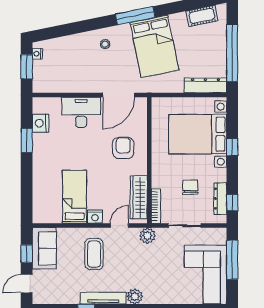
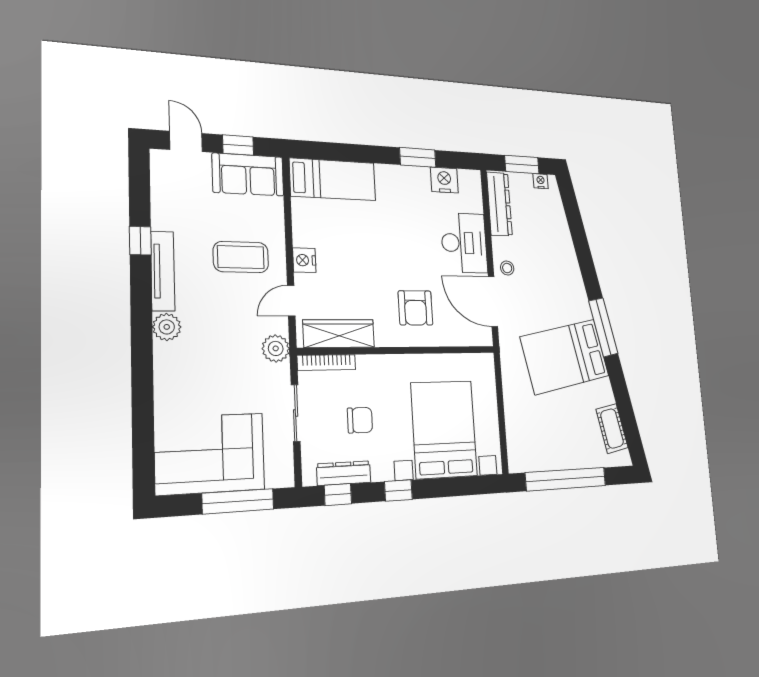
stool: (105, 44) -> (507, 268), moved
dresser: (205, 85) -> (499, 204), moved
window: (232, 147) -> (398, 490), moved
armchair: (123, 148) -> (415, 308), turned 90
bed: (74, 197) -> (333, 179), moved
door: (119, 226) -> (291, 301), swing flipped

